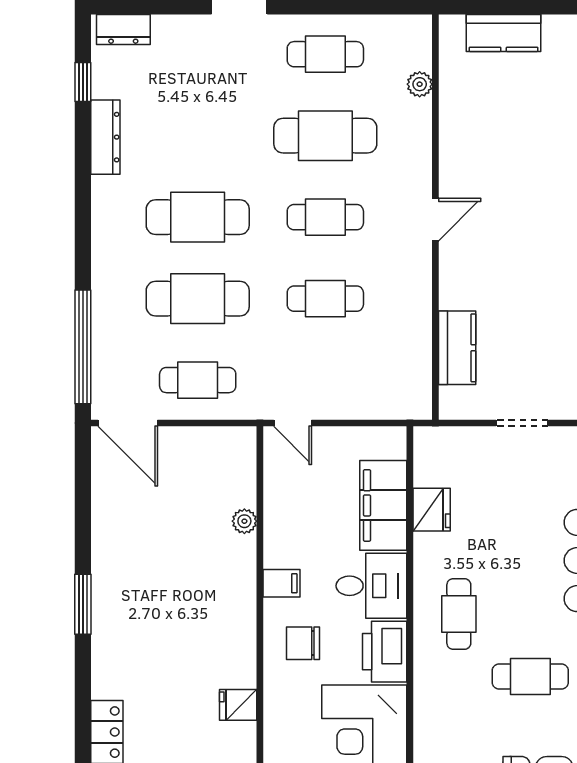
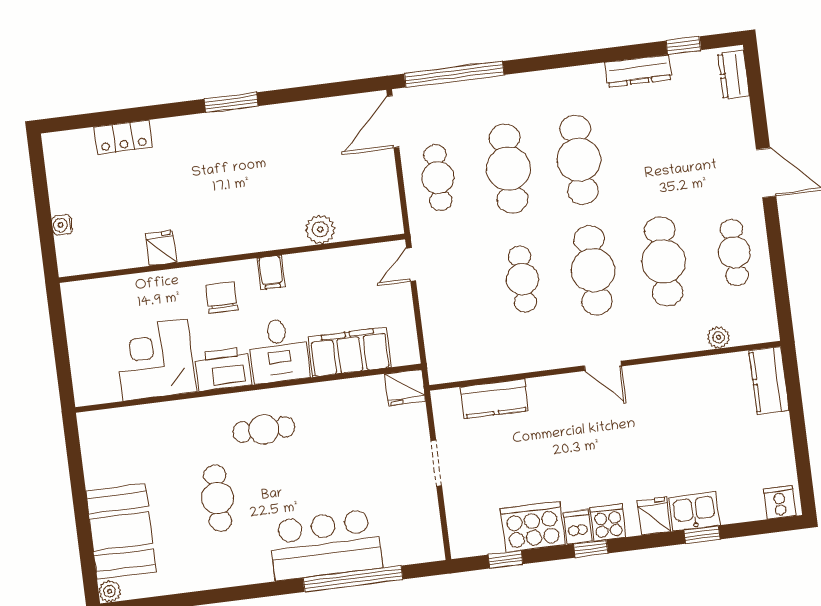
kitchen counter: (504, 33) -> (769, 380), moved
cafe table: (325, 217) -> (593, 270), width x1.37, depth x1.35
fridge: (432, 510) -> (405, 388), moved
plant: (244, 521) -> (320, 229), width x1.38, depth x1.38

